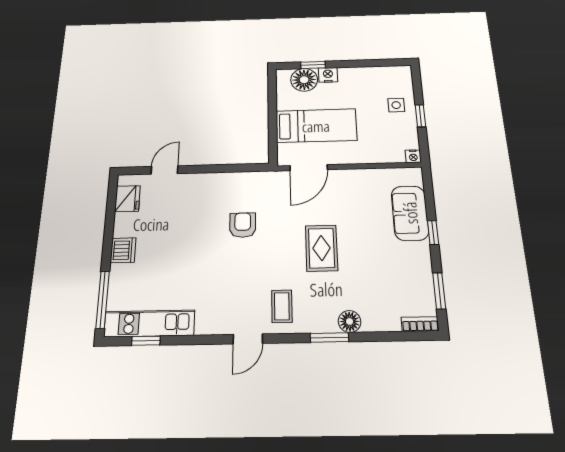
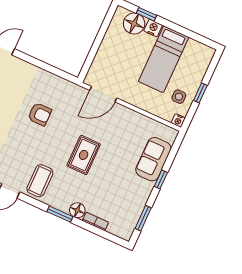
side table: (396, 105) -> (179, 97), moved
bed: (316, 126) -> (164, 59), moved, turned 90
armchair: (243, 225) -> (40, 114), turned 90
coffee table: (282, 306) -> (40, 181), width x1.36, depth x1.30
bookcase: (420, 324) -> (95, 222), moved

